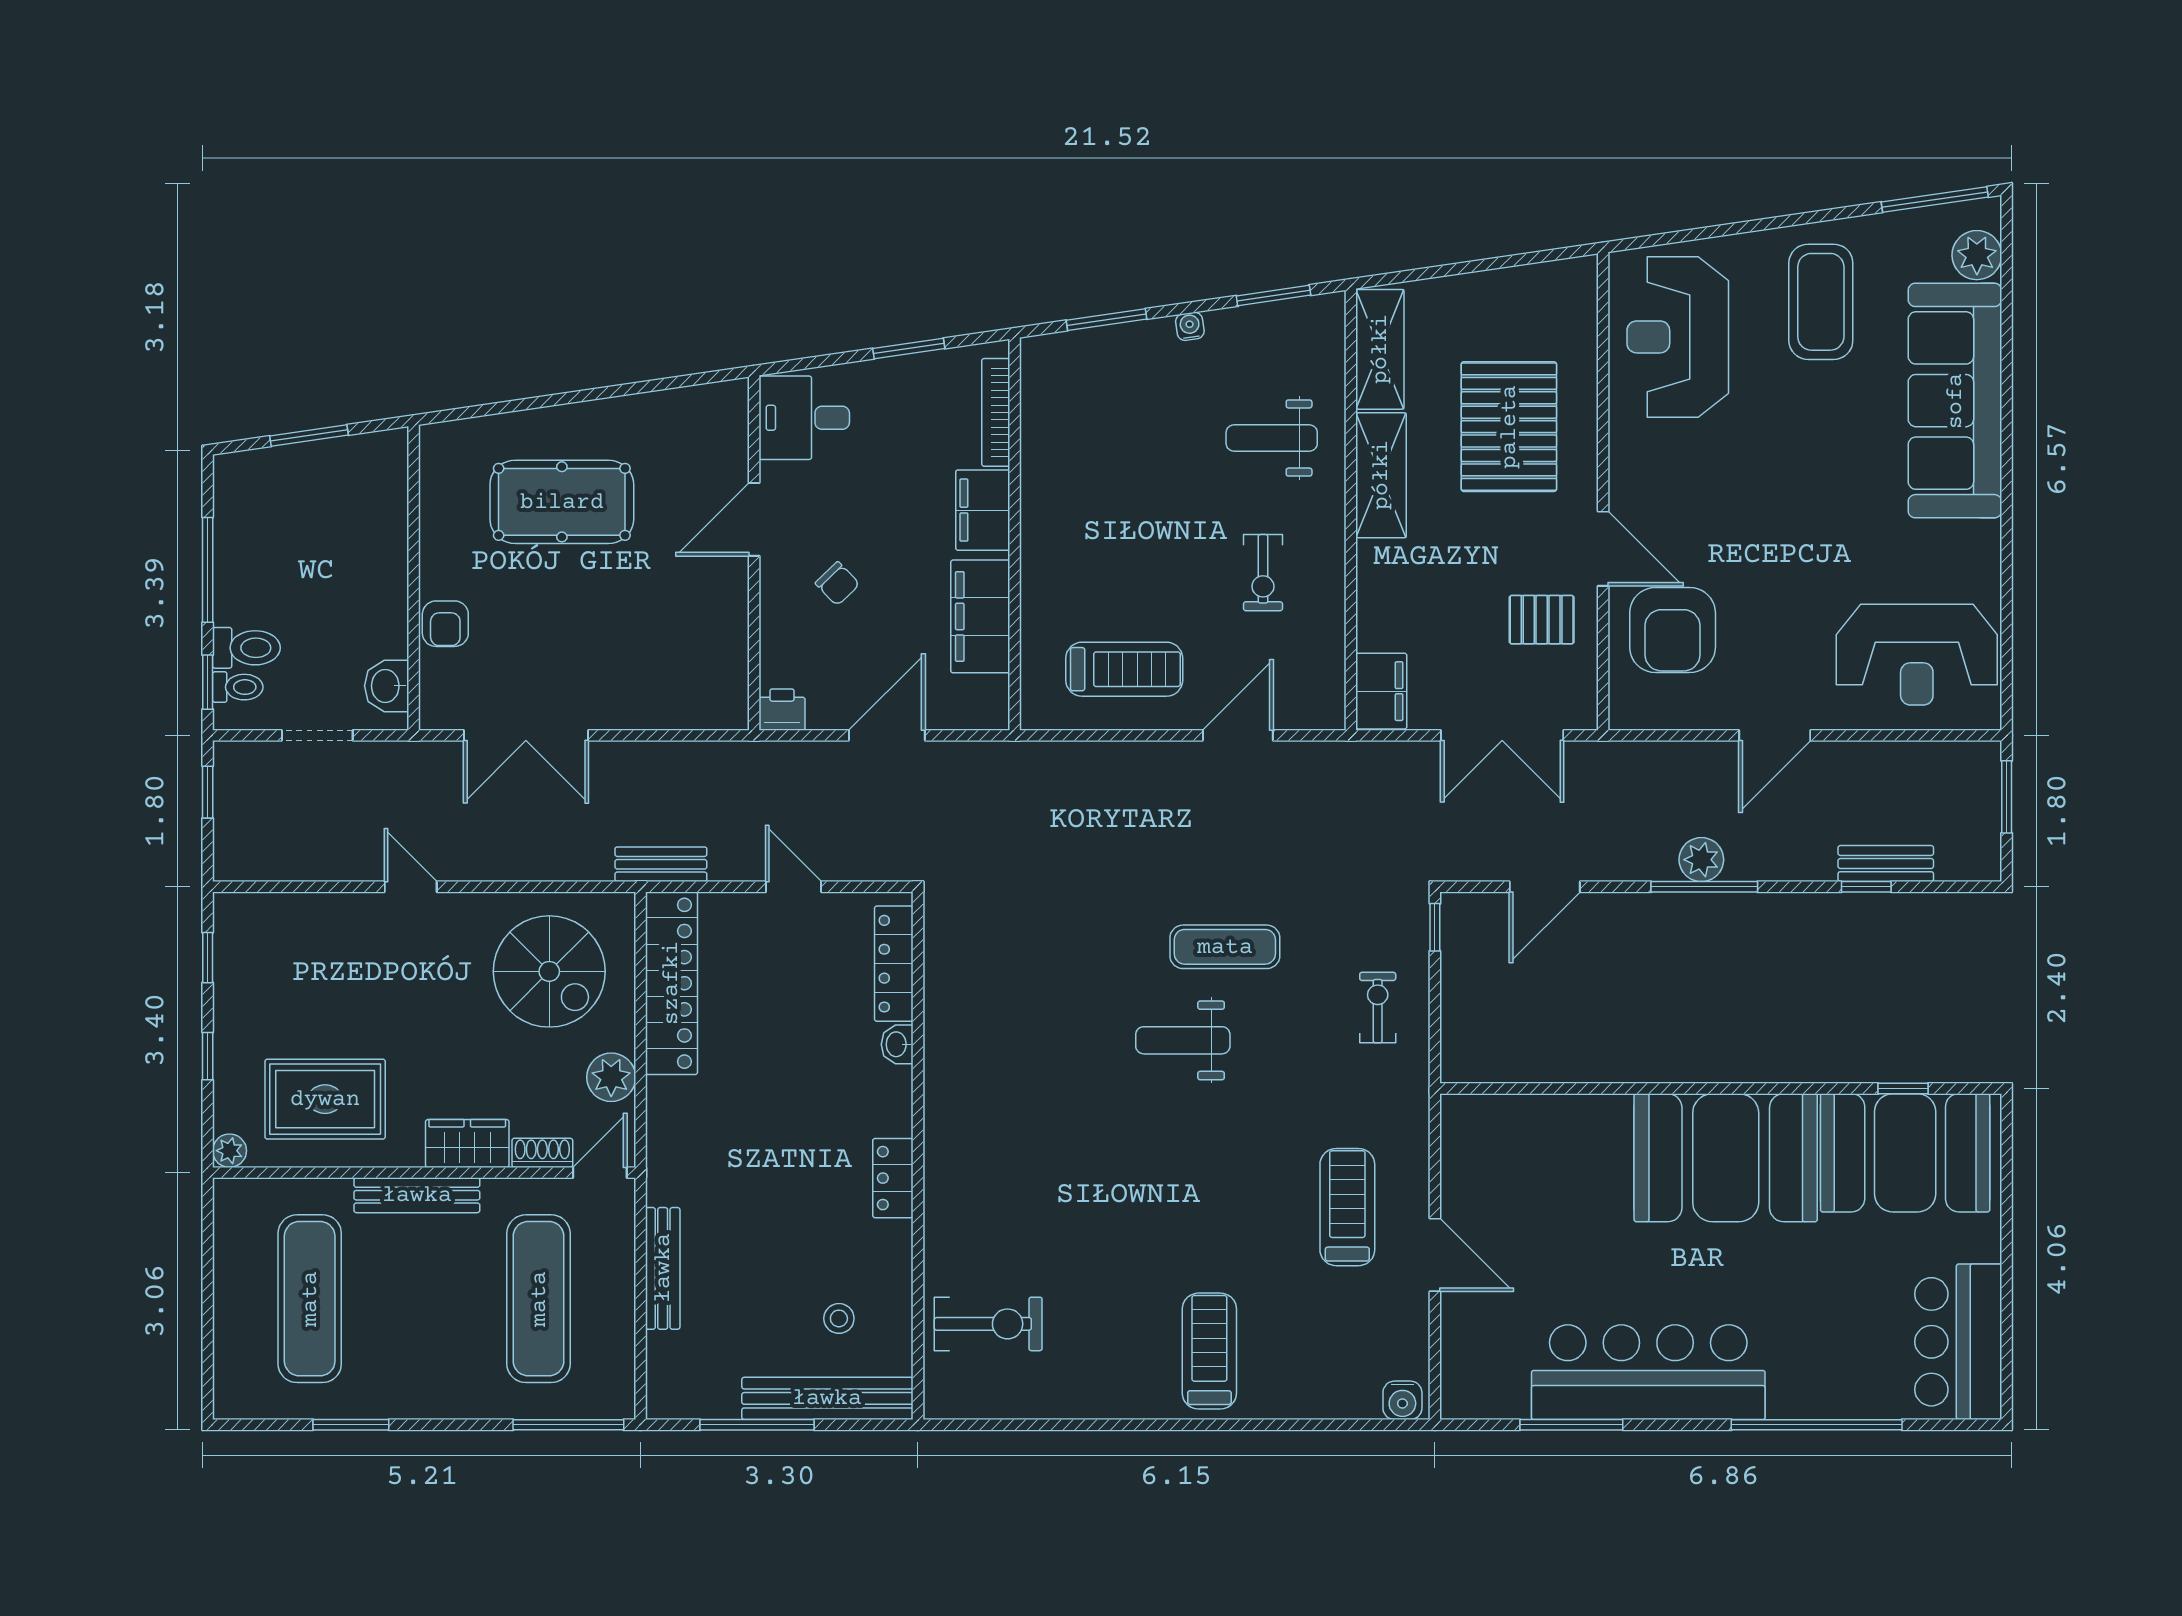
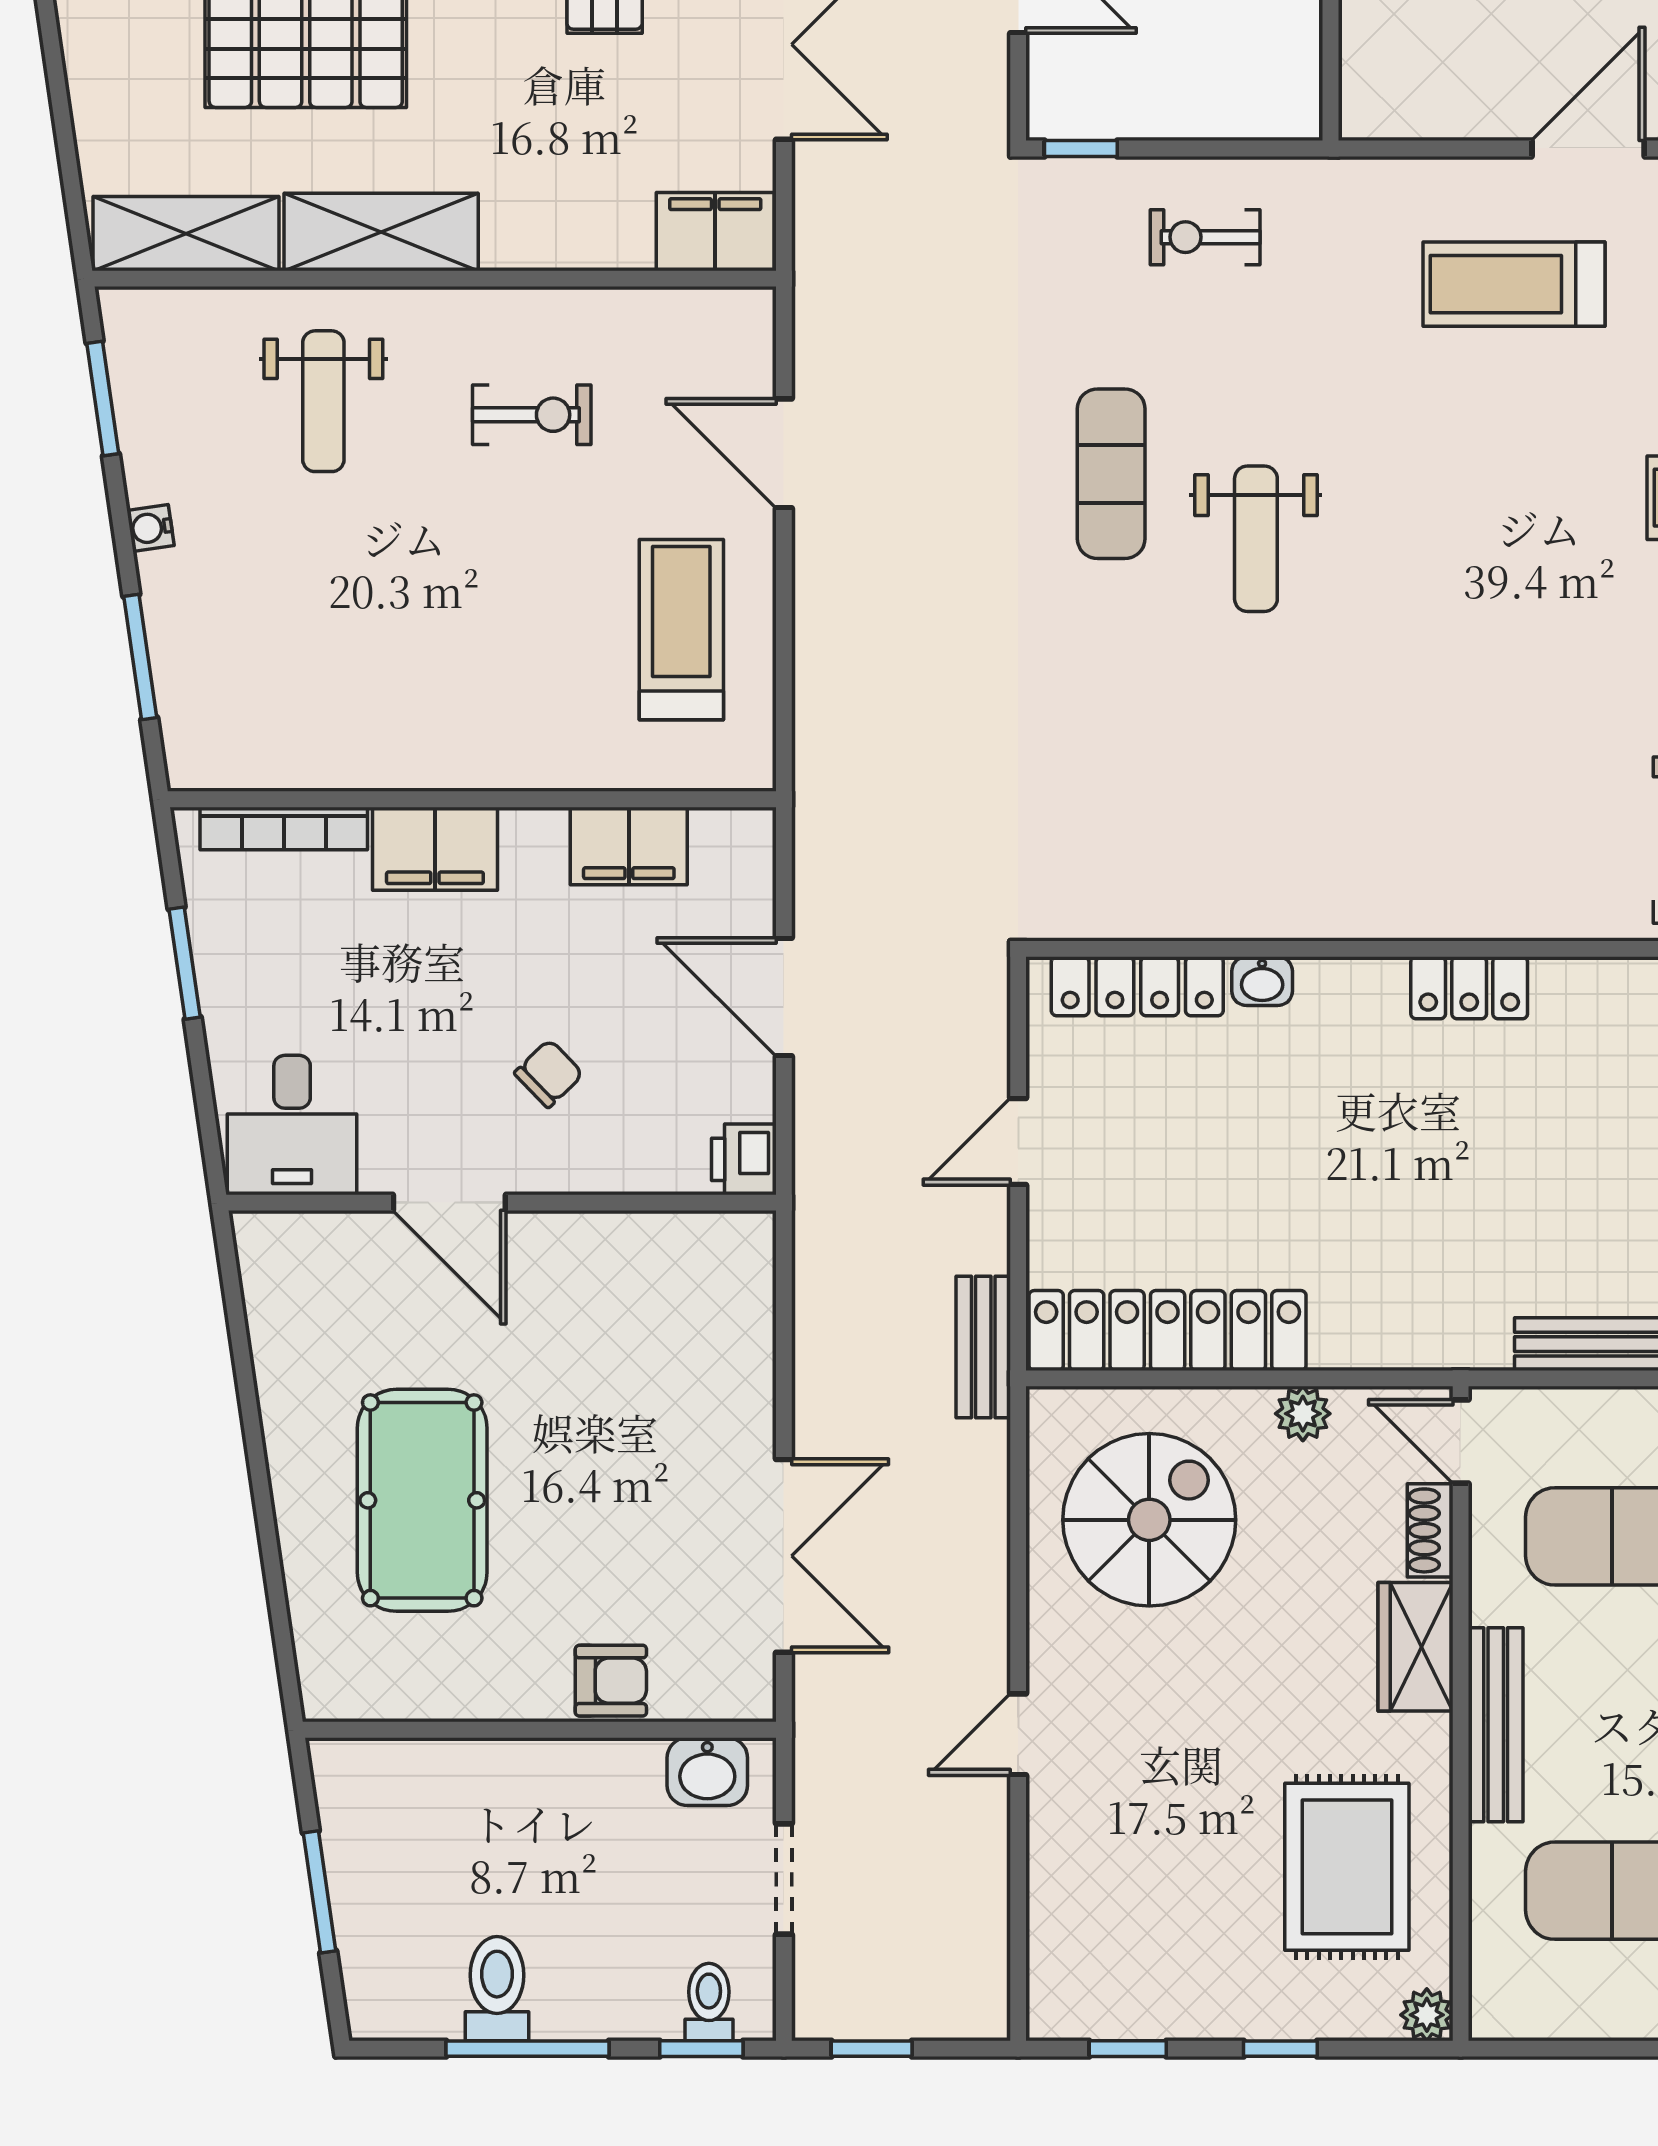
filing cabinet: (980, 616) -> (629, 846), width x0.67, depth x0.86
toilet: (246, 648) -> (497, 1989), moved
plant: (611, 1077) -> (1303, 1414), width x0.73, depth x0.73

